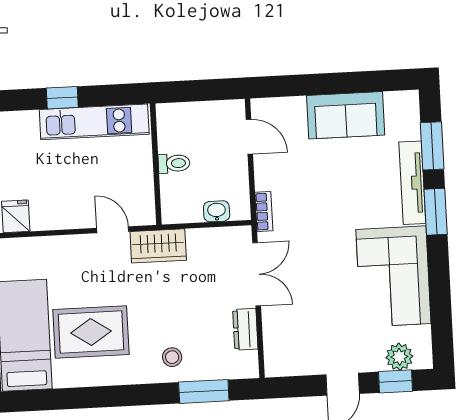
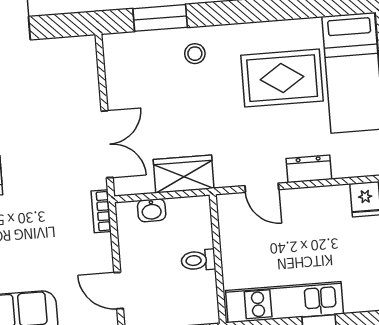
wardrobe: (158, 246) -> (184, 174), moved
double door: (257, 274) -> (107, 144), swing flipped
dresser: (245, 329) -> (309, 169), moved, turned -90

